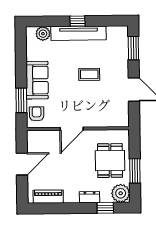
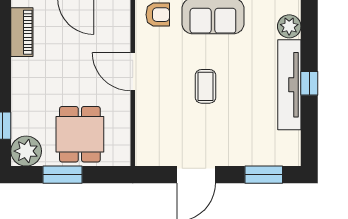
coffee table: (89, 74) -> (205, 86), moved
dining table: (110, 161) -> (80, 134), turned 90
dresser: (90, 197) -> (20, 100), removed

